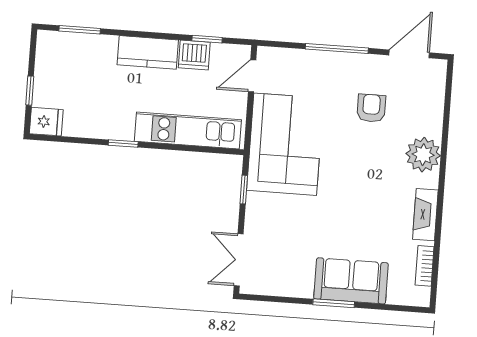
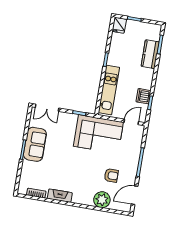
kitchen counter: (148, 52) -> (150, 54), moved
door: (409, 54) -> (135, 195), swing flipped
door: (252, 76) -> (131, 122), hinge flipped
plant: (423, 155) -> (102, 200), moved
double door: (239, 260) -> (47, 108), swing flipped
sofa: (351, 281) -> (35, 144), moved

